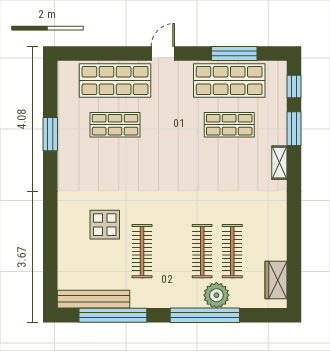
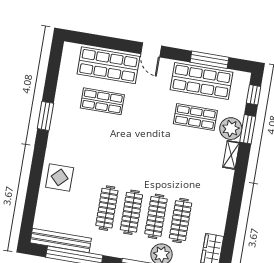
door: (163, 54) -> (151, 50), swing flipped
plant: (274, 131) -> (231, 129), added
window: (50, 134) -> (45, 116), moved
display table: (105, 225) -> (60, 177), moved
clothes rail: (172, 251) -> (131, 212), added

